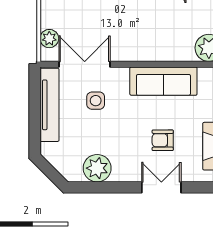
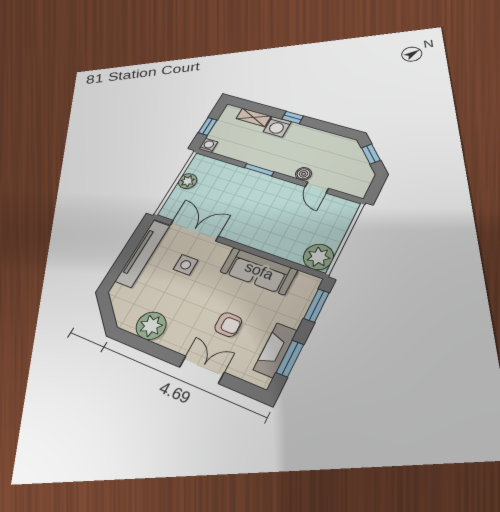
plant: (49, 39) -> (188, 181), moved
armchair: (163, 140) -> (228, 325), turned 180

